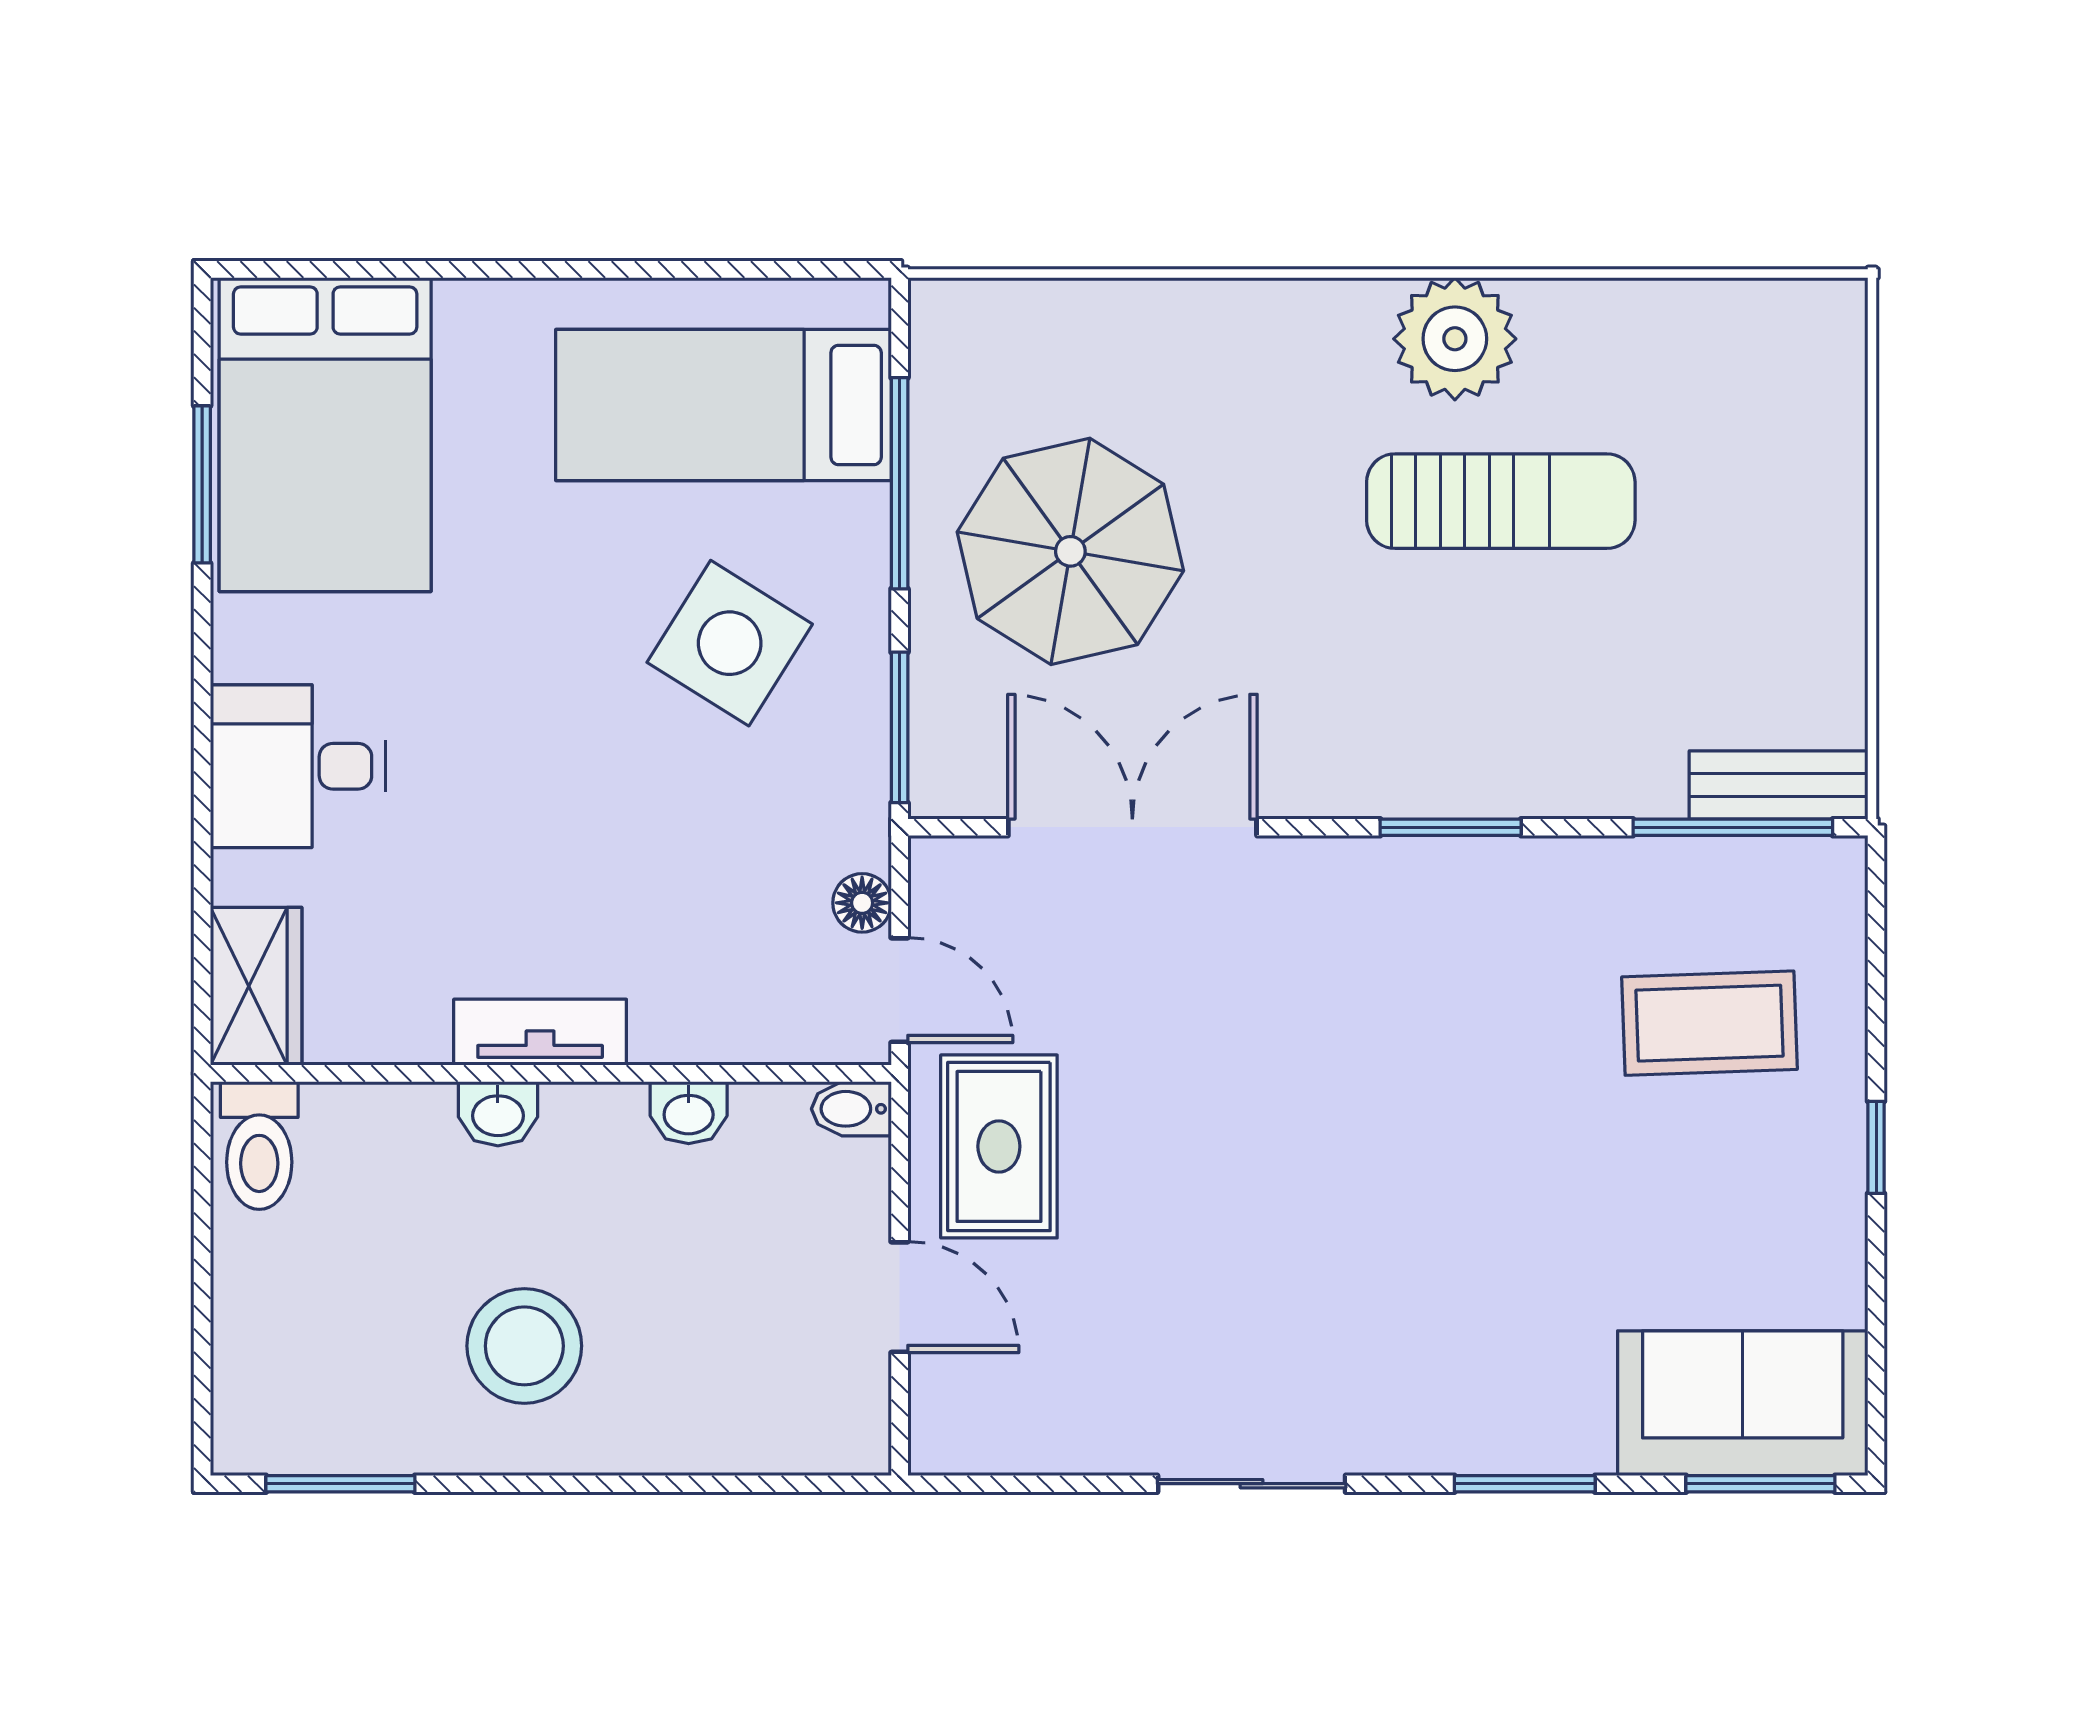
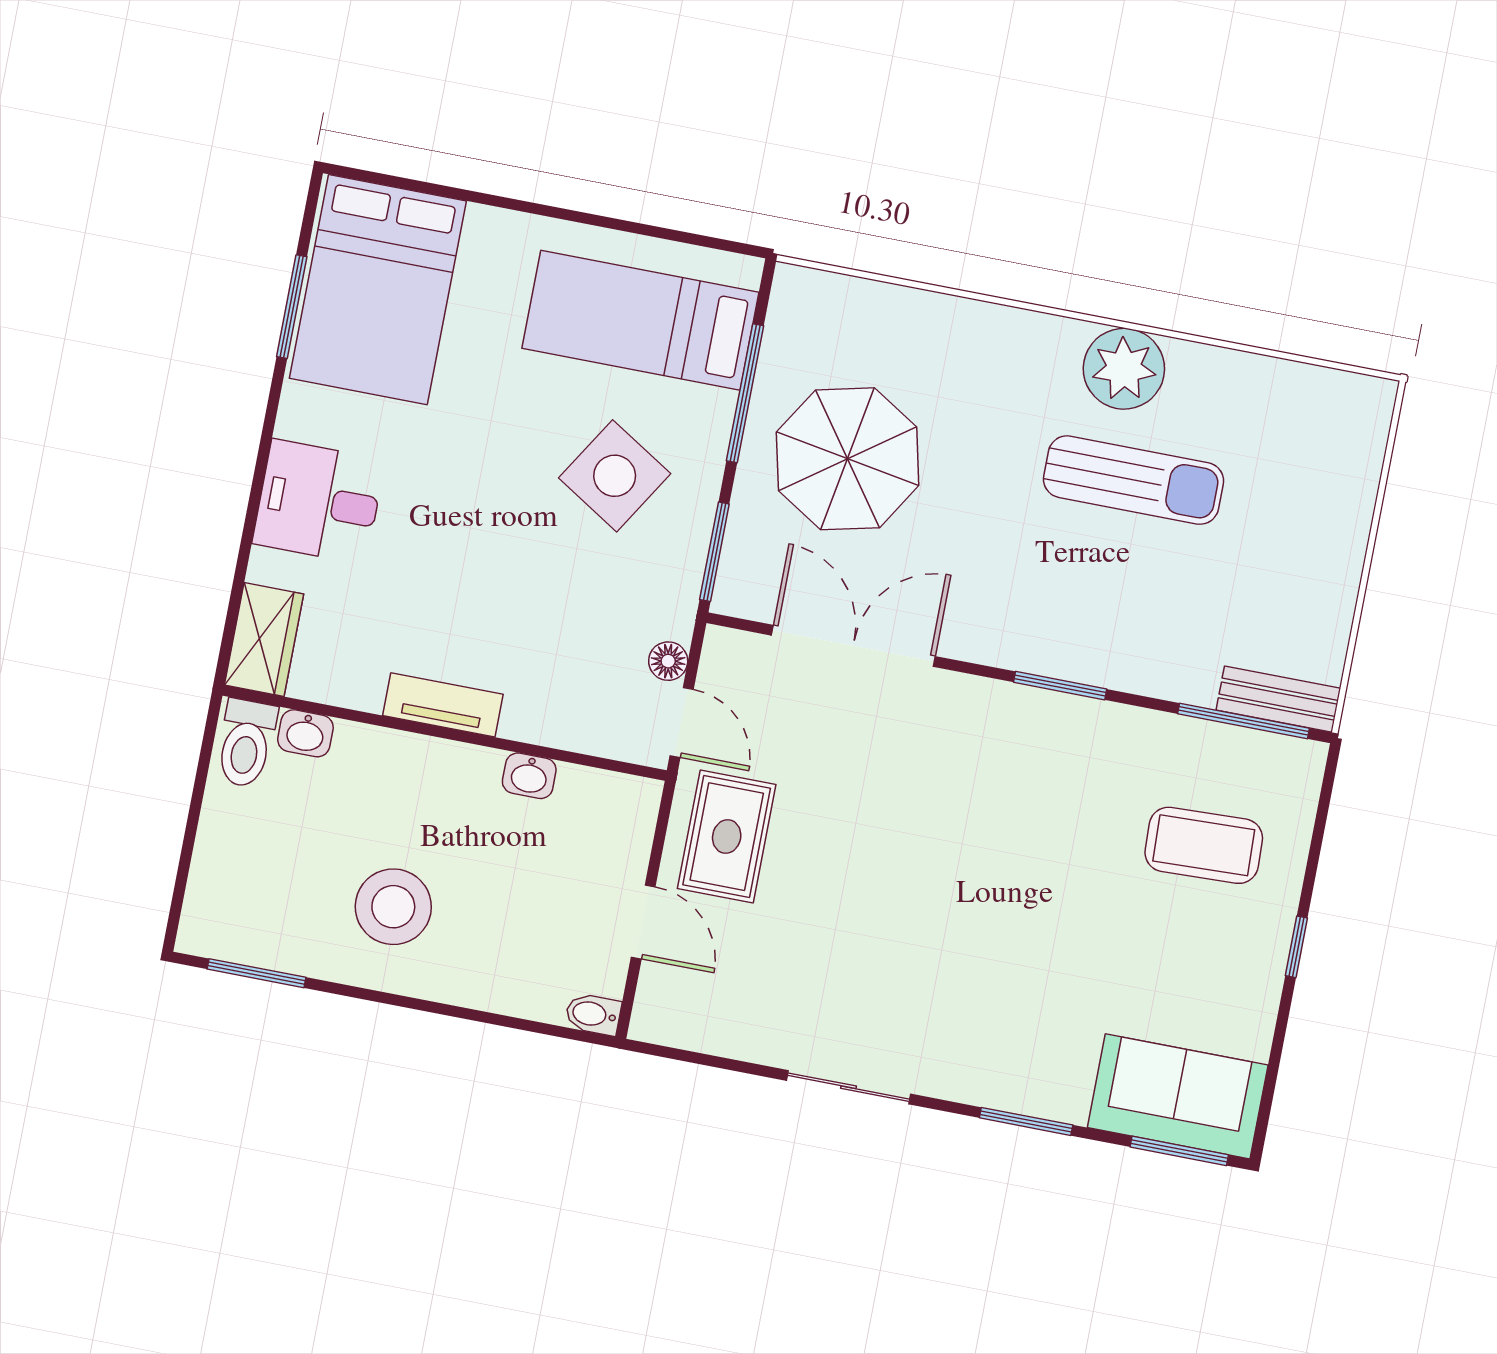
bidet: (851, 1109) -> (593, 1014), moved
washbasin: (498, 1114) -> (305, 733), moved

